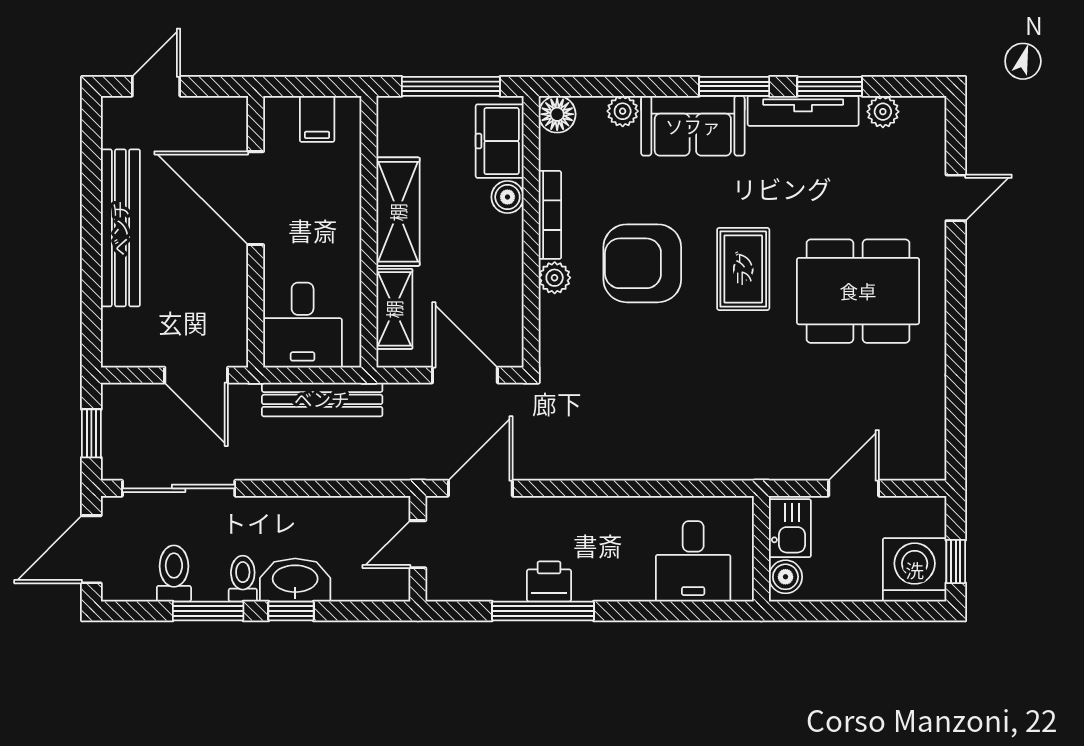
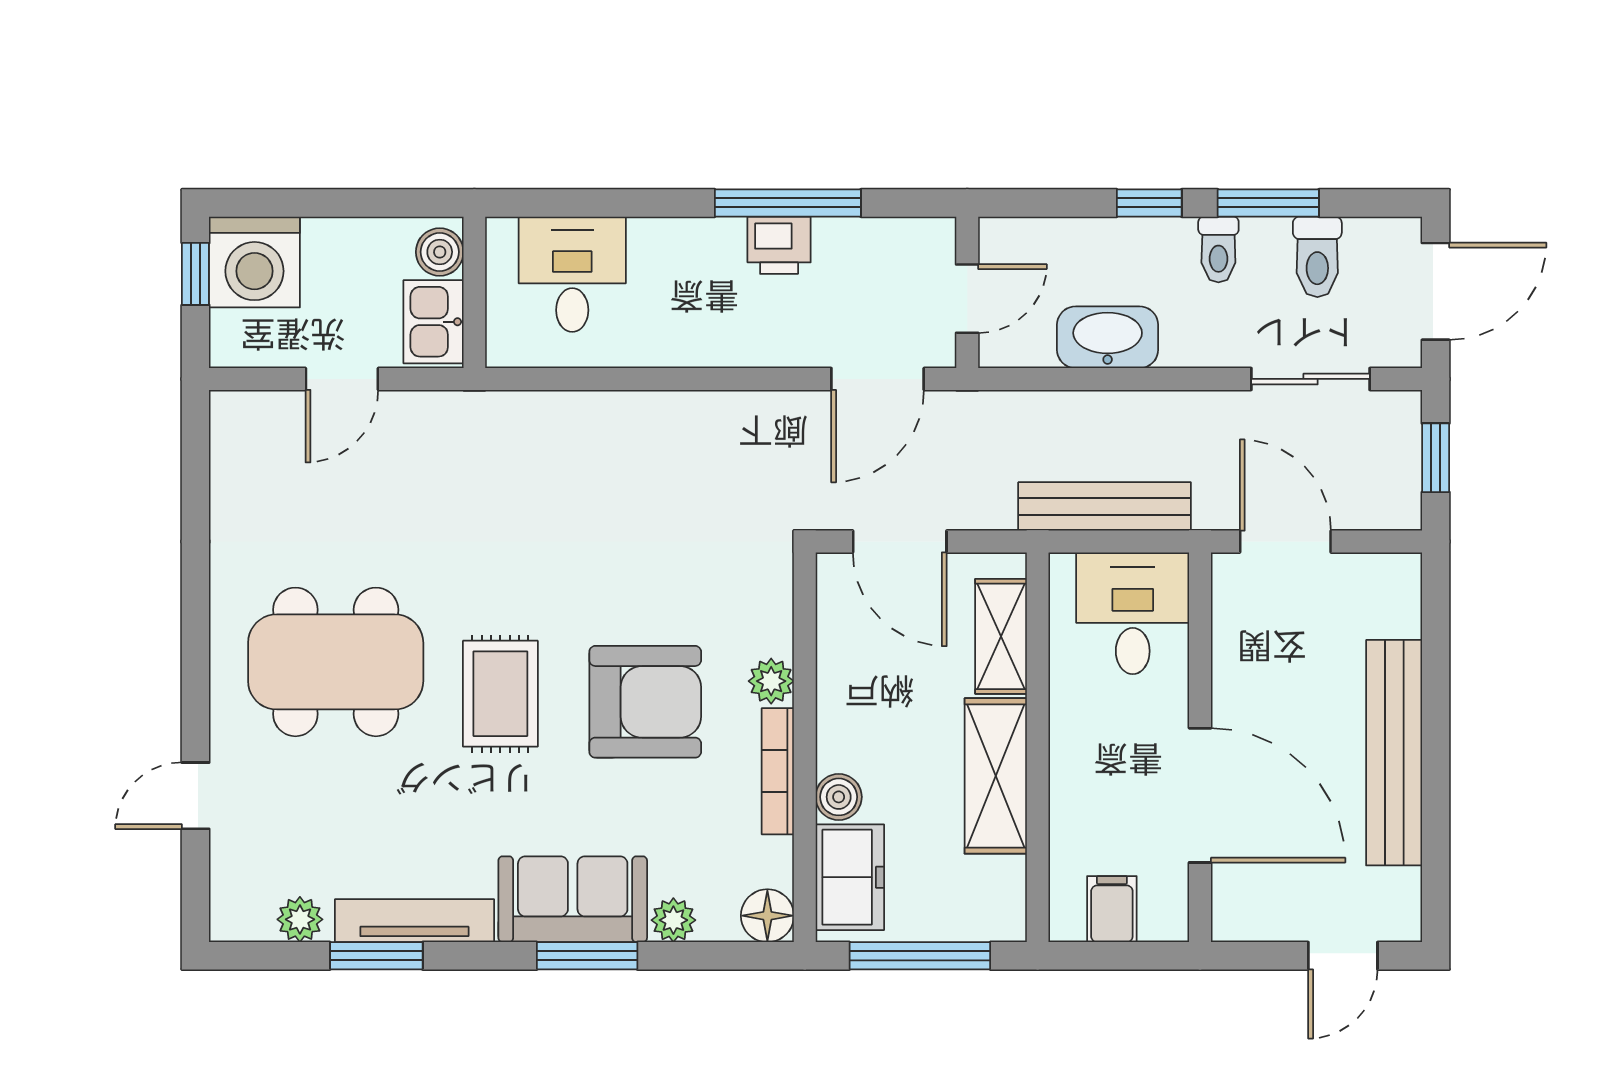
window: (734, 86) -> (587, 956), moved
sliding door: (179, 488) -> (1311, 379), width x0.73
washbasin: (295, 580) -> (1108, 337), moved, turned 180

